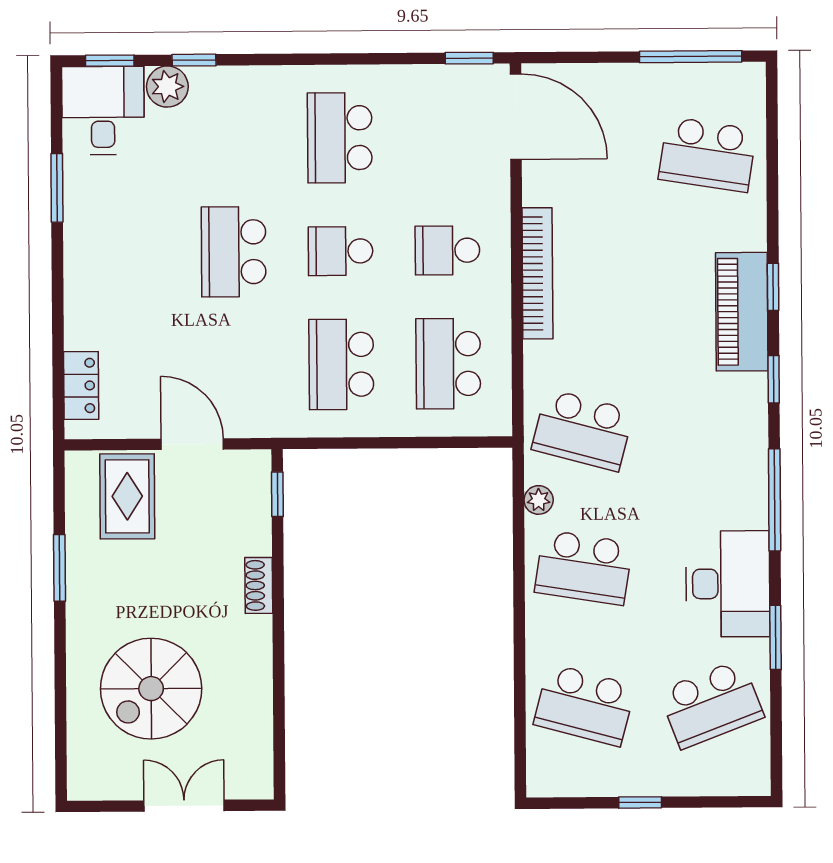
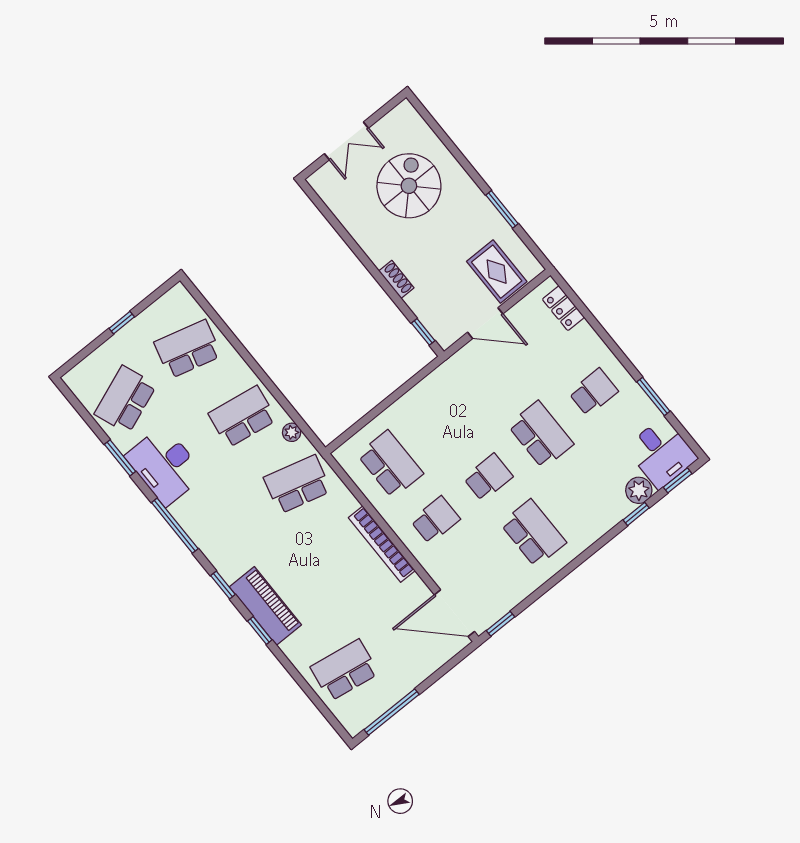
school desk: (341, 364) -> (593, 392), moved, width x0.54

